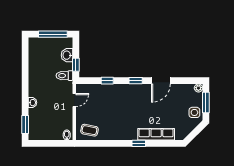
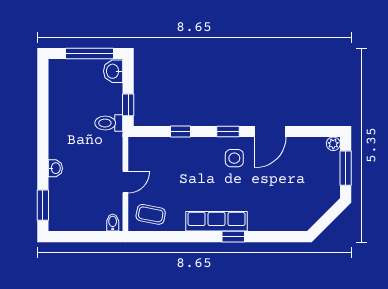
washbasin: (67, 55) -> (113, 71), moved
door: (74, 100) -> (125, 182), moved
side table: (194, 112) -> (234, 158), moved
row of seats: (156, 134) -> (217, 221), moved

